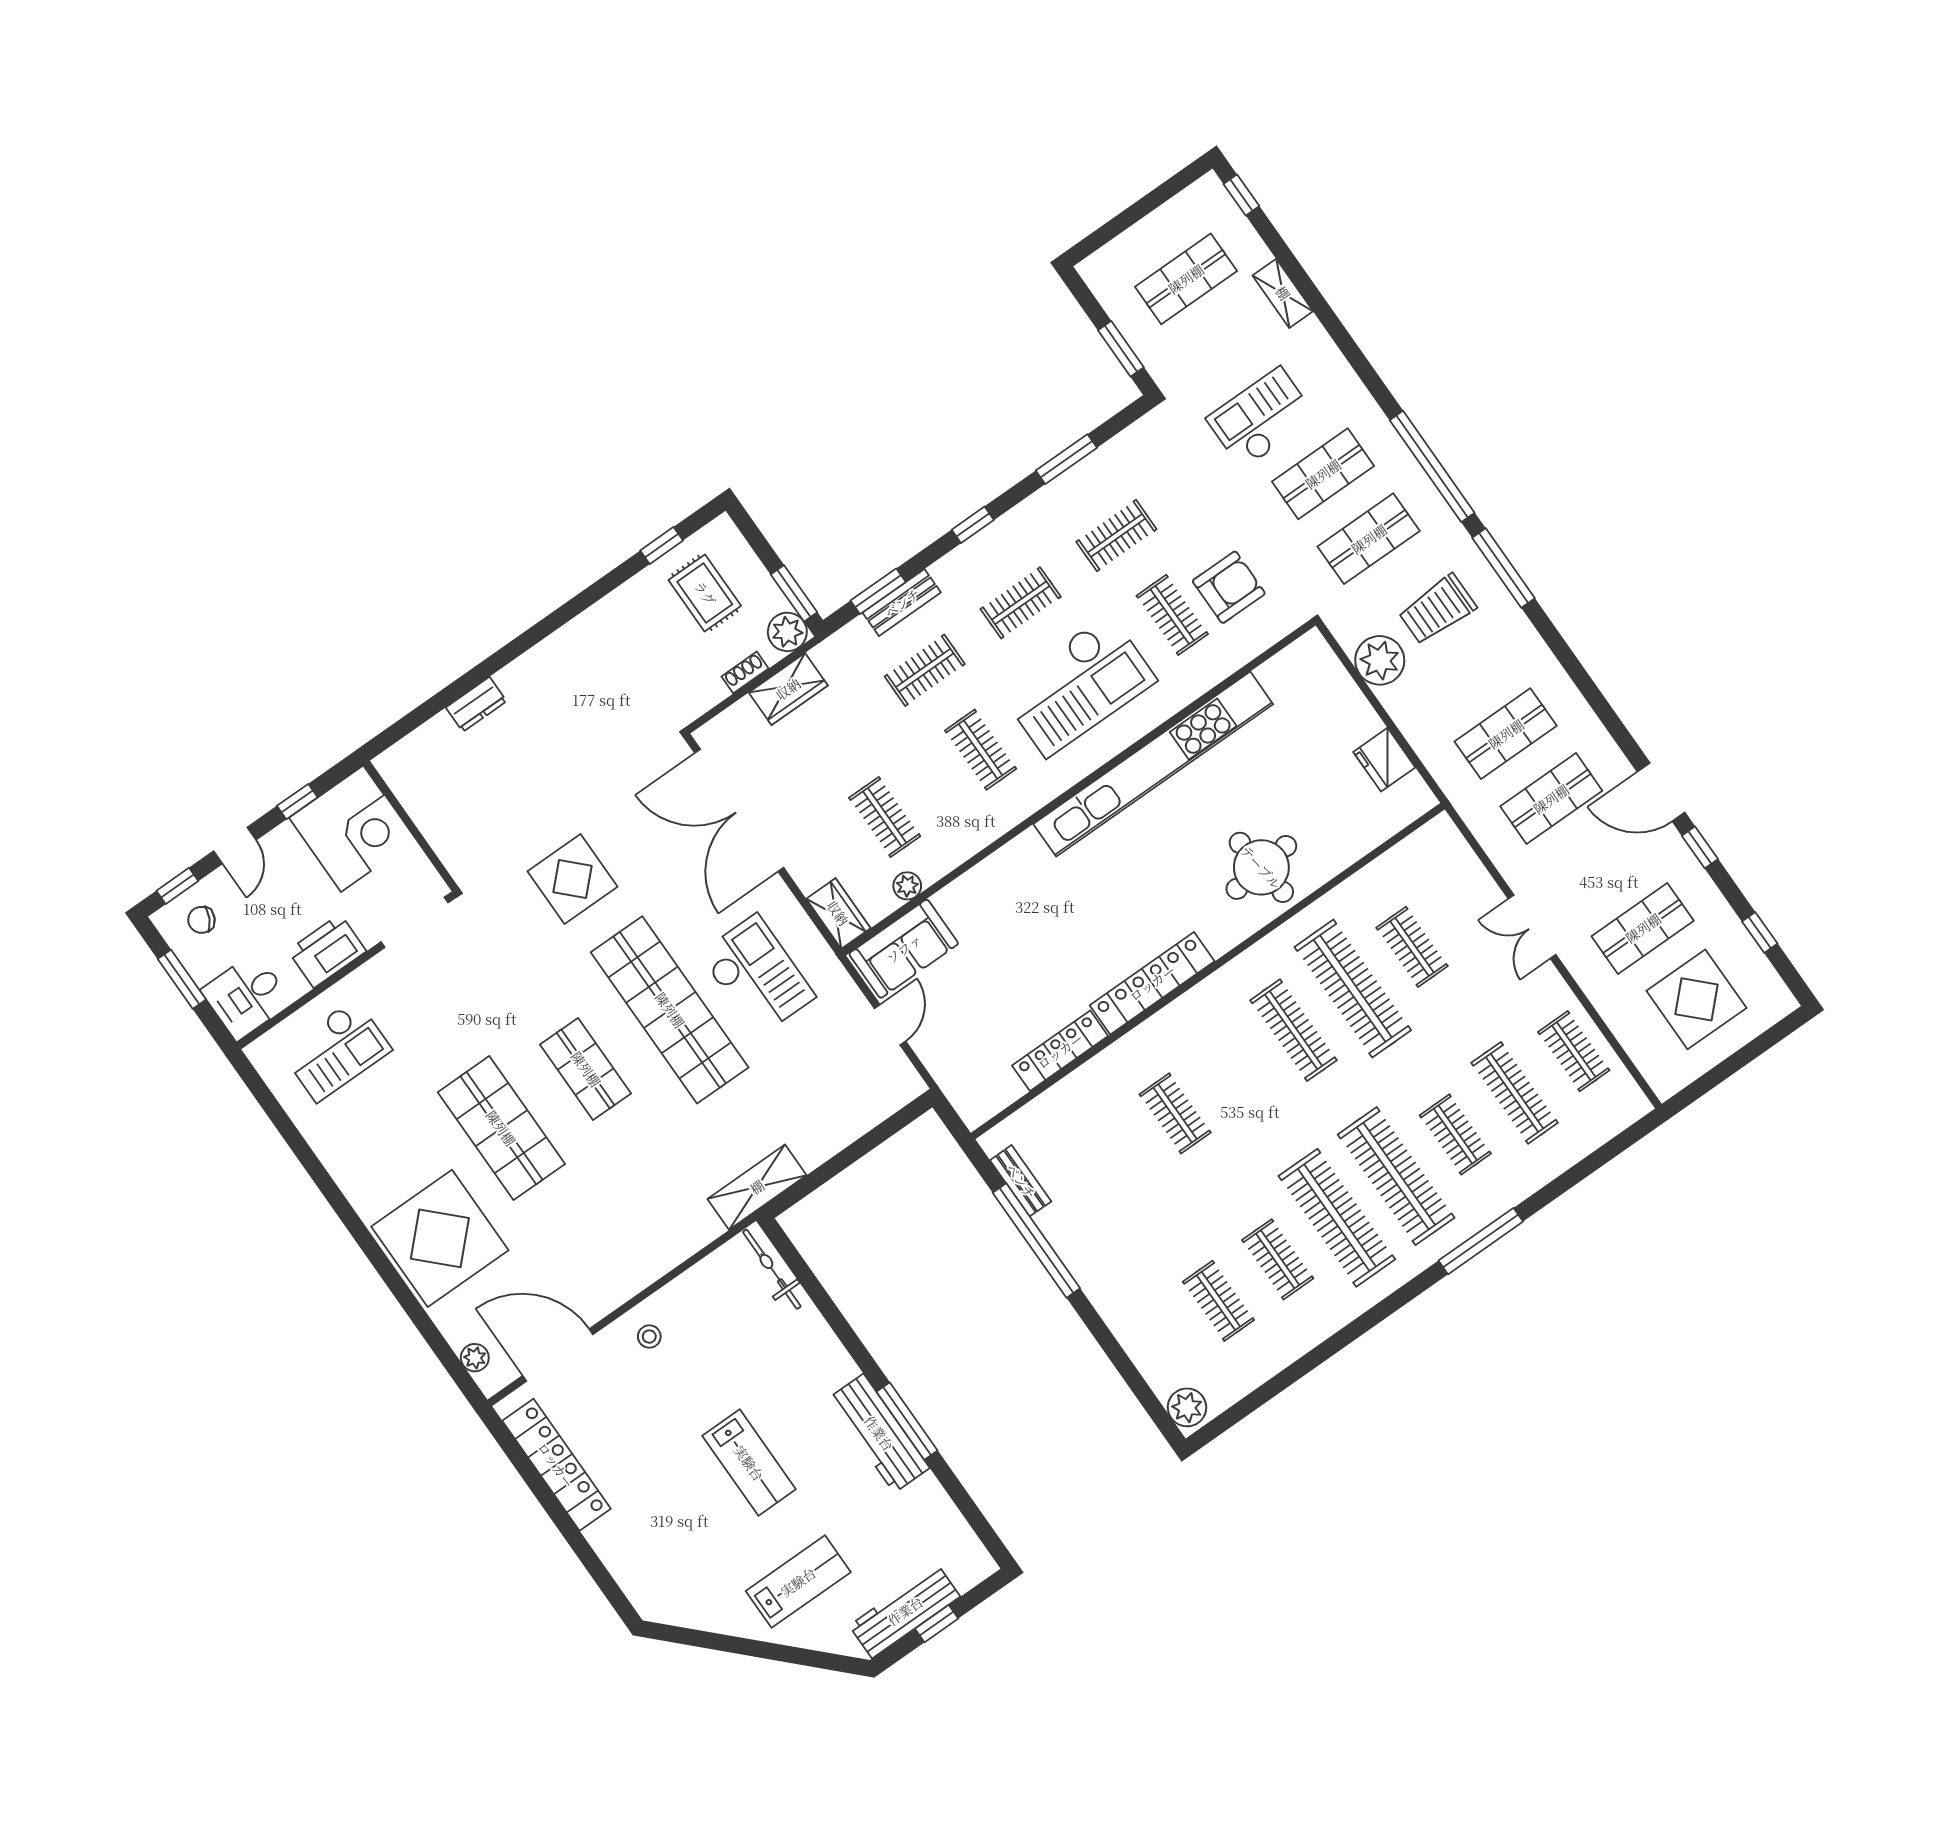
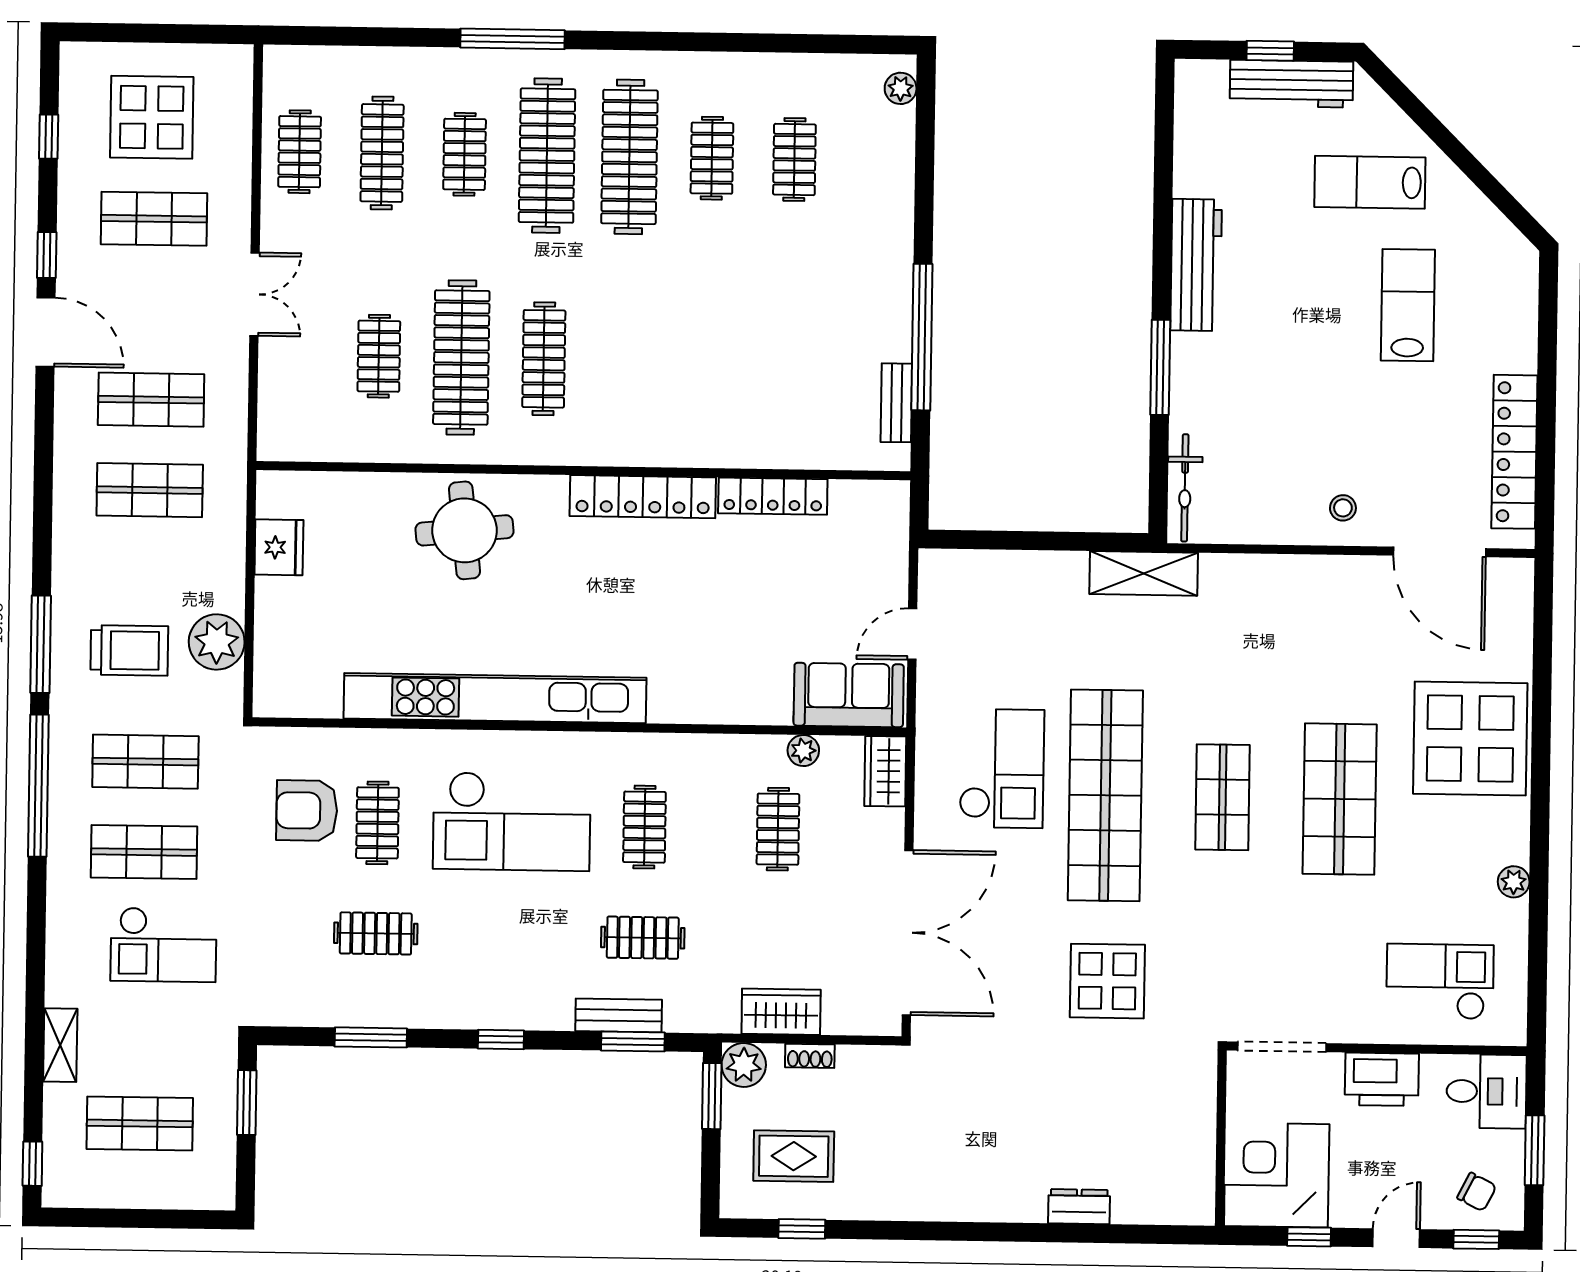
rug: (705, 593) -> (794, 1156), turned 90
clothes rail: (1021, 603) -> (509, 936), removed
checkout: (1078, 685) -> (512, 821), turned 180
checkout: (757, 975) -> (1002, 769), turned 180
clothes rail: (1175, 1113) -> (709, 361), removed
plant: (475, 1358) -> (1514, 882), moved
plant: (1187, 1407) -> (901, 88), width x0.73, depth x0.73
window: (907, 1421) -> (1160, 367), moved
lab bench: (749, 1463) -> (1408, 305), moved

